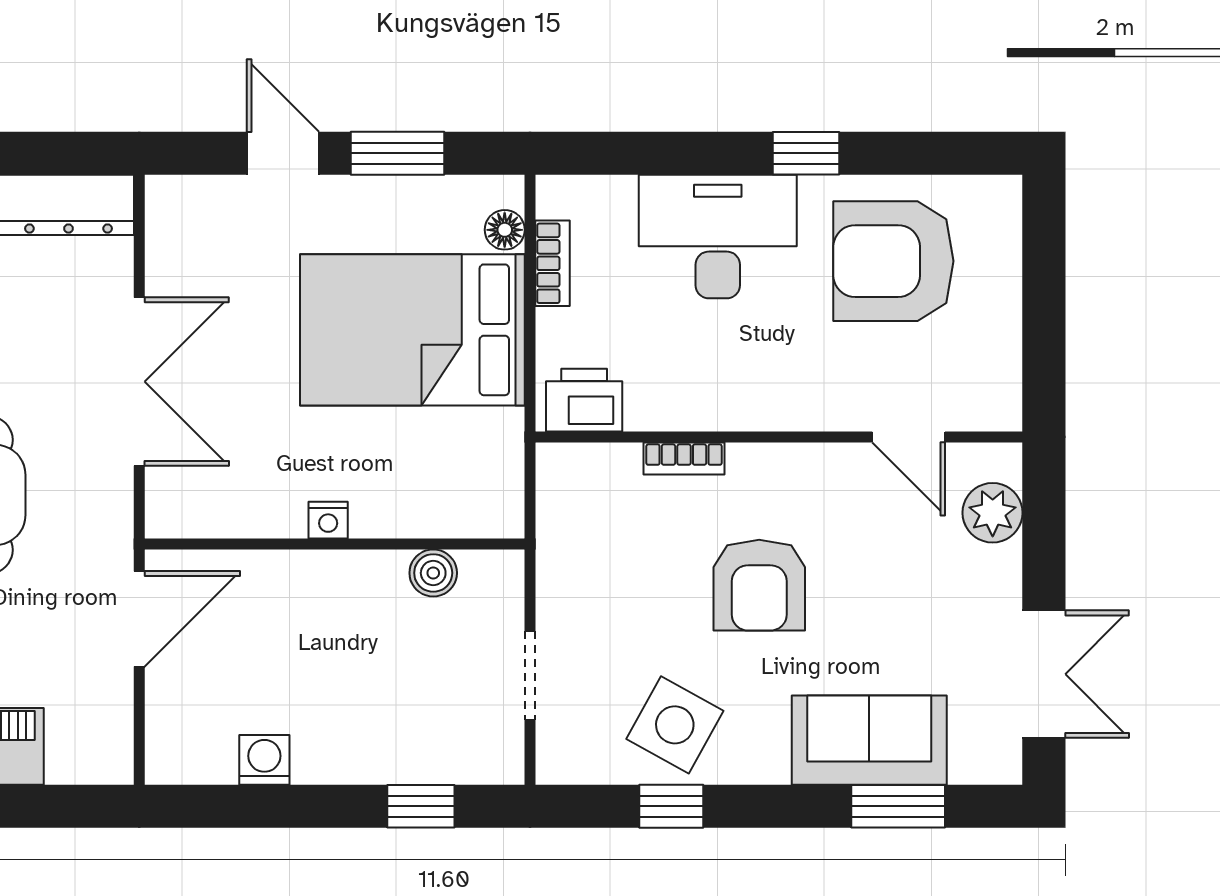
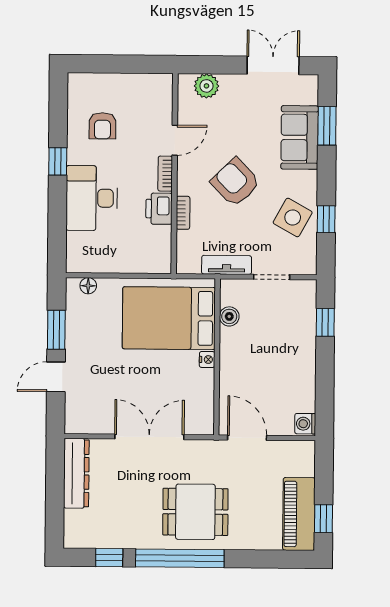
armchair: (893, 261) -> (102, 126), width x0.53, depth x0.53
bookcase: (552, 263) -> (165, 174), moved, turned -90
bed: (412, 330) -> (169, 318), moved, turned 90
printer: (584, 400) -> (159, 209), moved
door: (909, 437) -> (175, 140), moved
tv unit: (558, 565) -> (227, 265), added
armchair: (759, 585) -> (235, 182), turned -134
washing machine: (264, 760) -> (305, 424), moved

